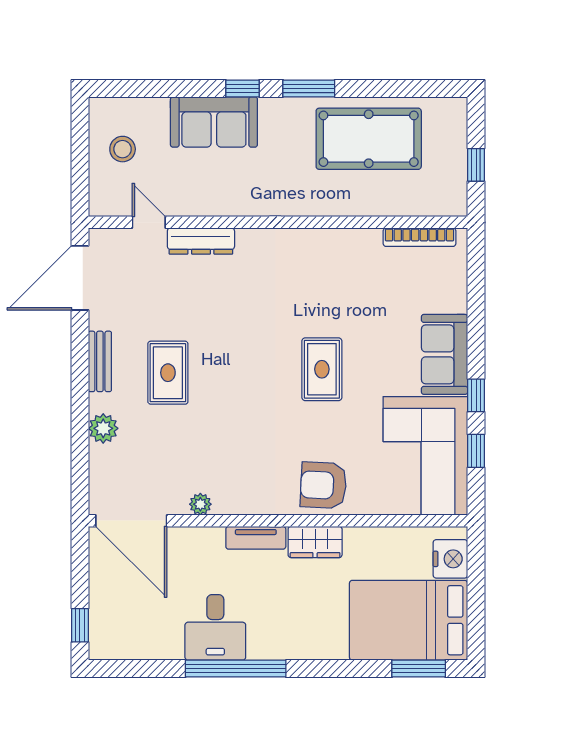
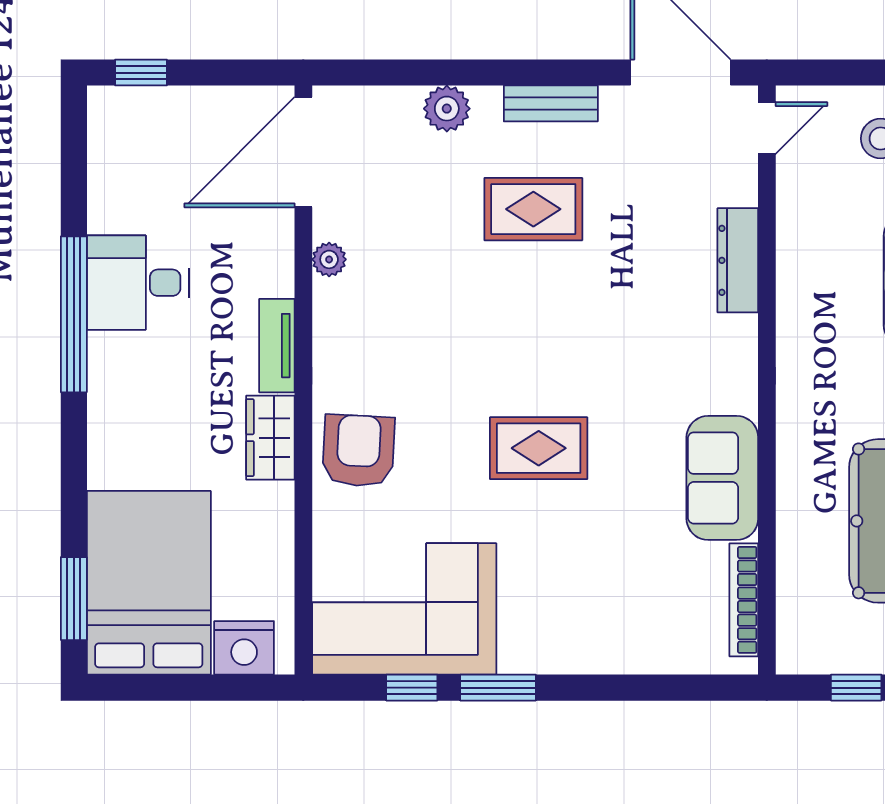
door: (149, 222) -> (767, 128), moved
sofa: (445, 354) -> (722, 478), moved, turned -90
window: (476, 395) -> (498, 688), width x1.50

